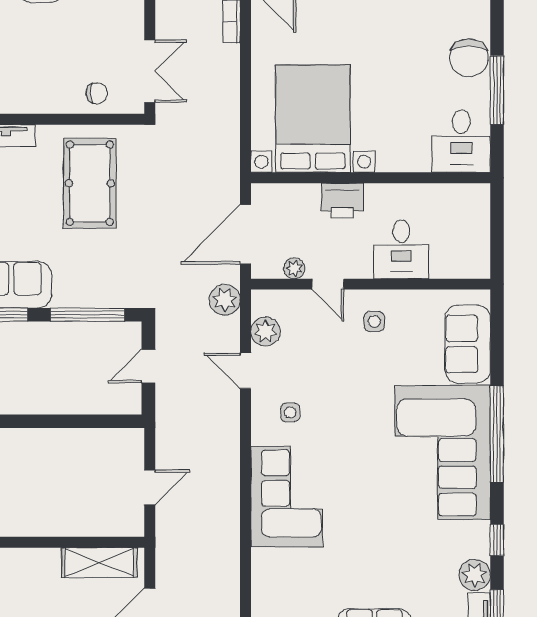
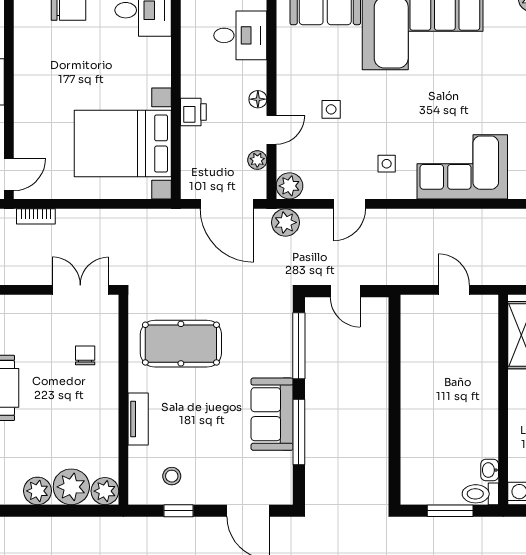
chair: (97, 93) -> (85, 355), moved
printer: (342, 201) -> (193, 112), width x0.73, depth x0.81
desk: (401, 249) -> (240, 35), moved
floor lamp: (362, 269) -> (258, 99), added
side table: (374, 321) -> (331, 109), moved
plant: (265, 331) -> (289, 186), moved

